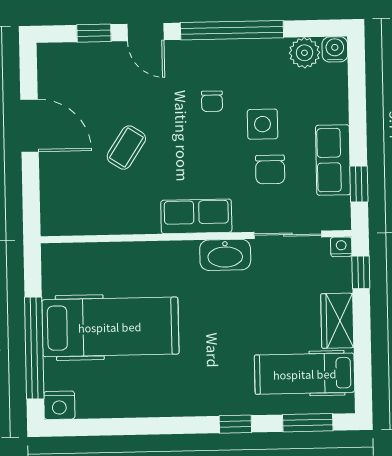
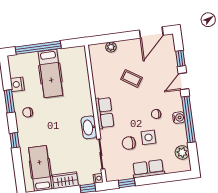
water cooler: (335, 49) -> (179, 118), moved
door: (30, 126) -> (151, 33), moved
row of seats: (333, 160) -> (148, 169), moved
plant: (51, 185) -> (111, 47), added
hospital bed: (110, 327) -> (50, 73), width x0.73, depth x0.78
chair: (176, 388) -> (28, 112), added
nightstand: (59, 405) -> (17, 84), moved
window: (308, 423) -> (9, 101), moved

